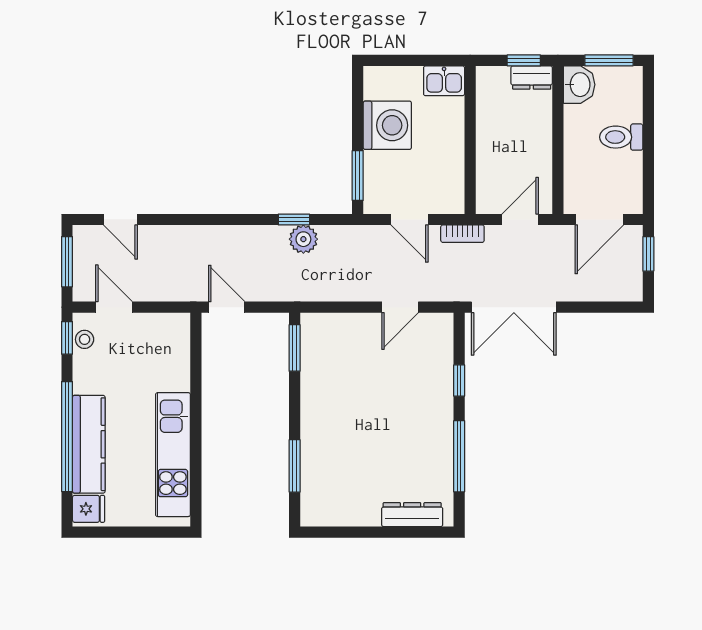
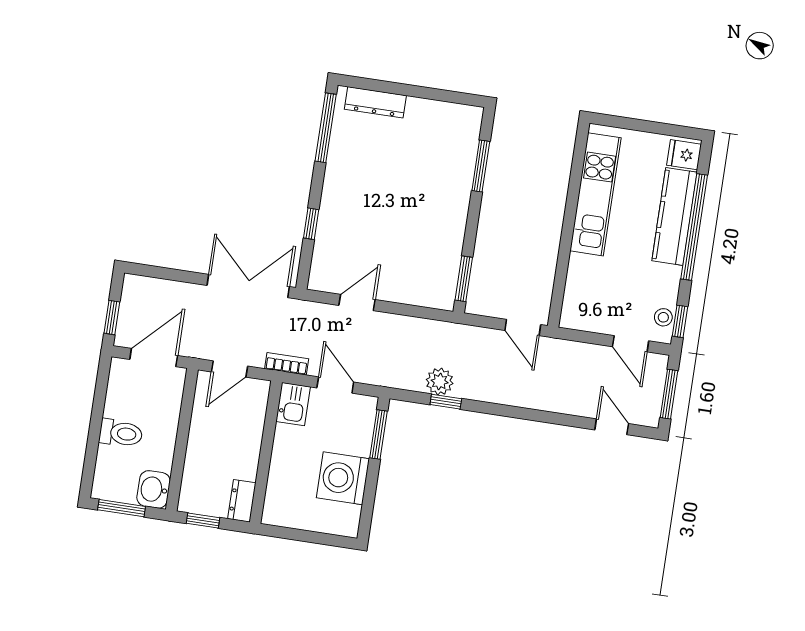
dresser: (532, 78) -> (242, 501), moved, turned -90
kitchen sink: (444, 81) -> (293, 404), moved, turned 90
window: (459, 456) -> (326, 128), moved

